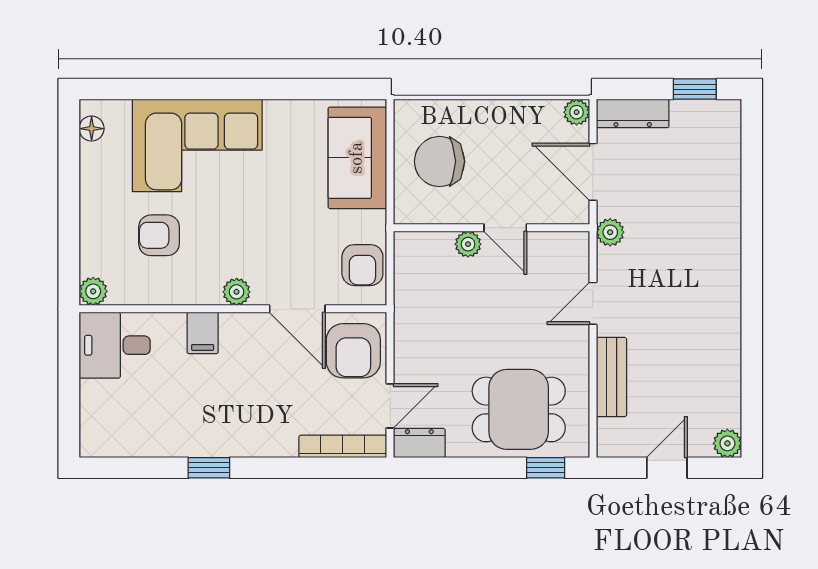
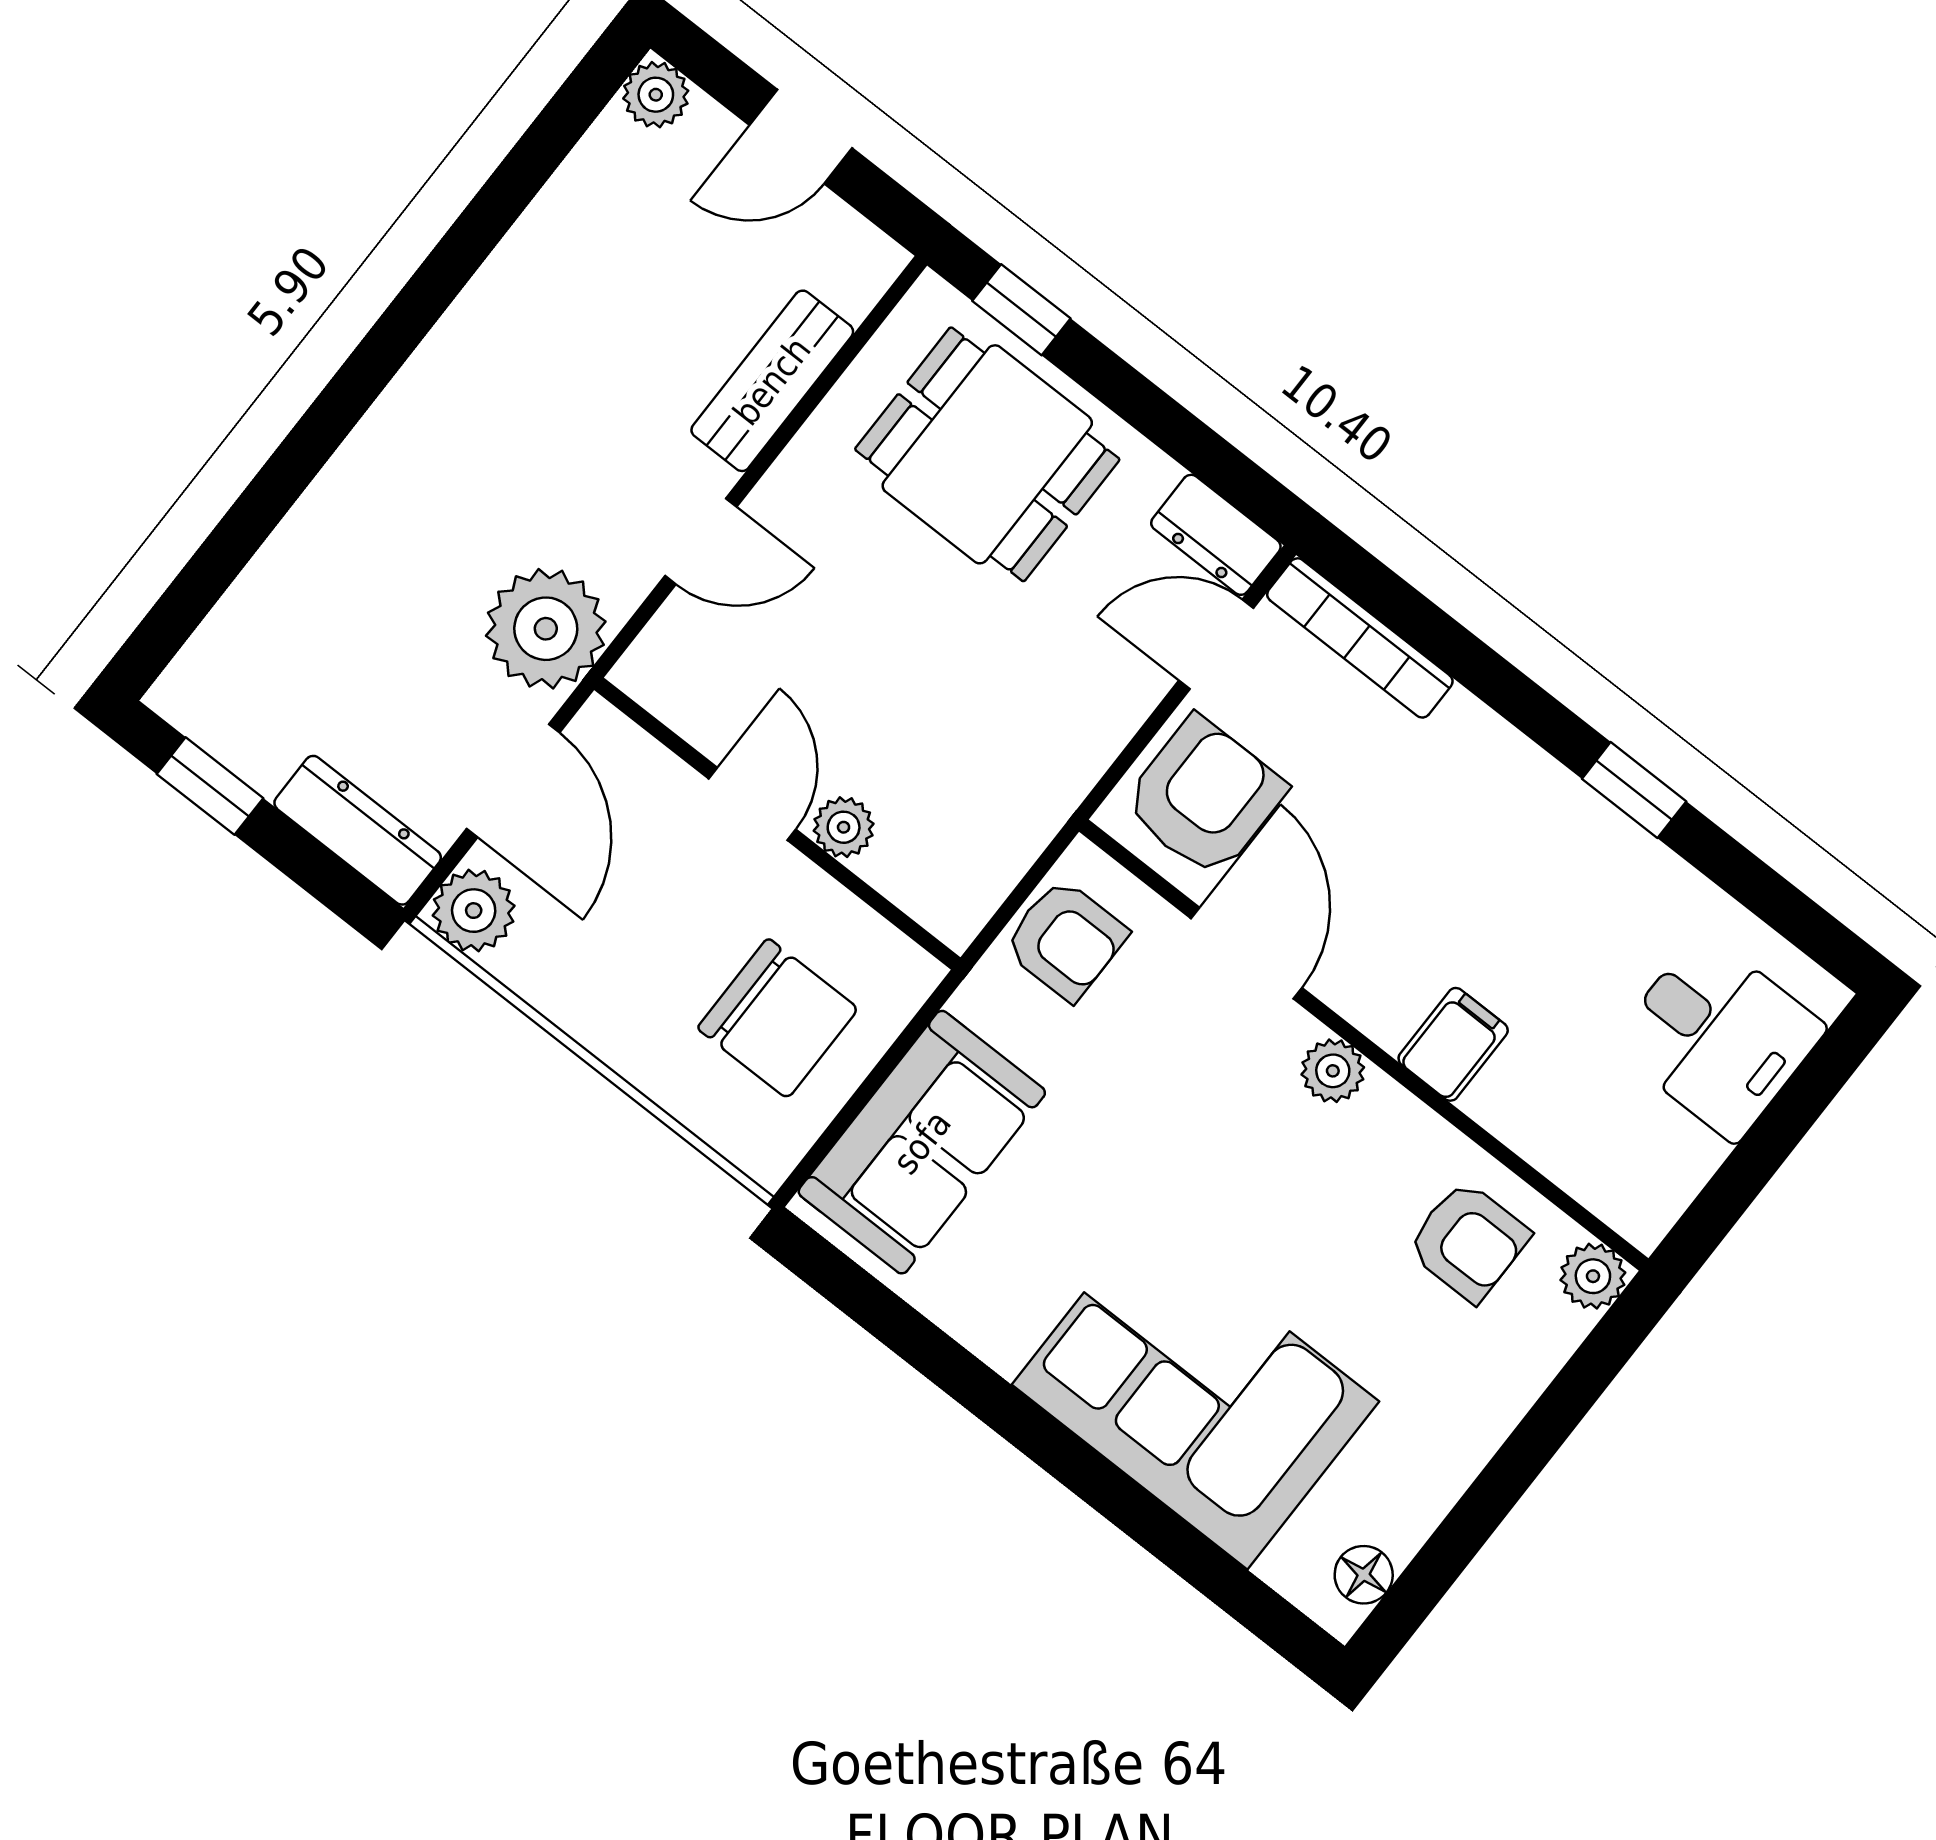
plant: (577, 112) -> (474, 911), width x1.38, depth x1.38
plant: (610, 232) -> (546, 629), width x1.88, depth x1.88
armchair: (159, 235) -> (1468, 1241), moved
armchair: (362, 265) -> (1066, 940), turned 90
desk: (115, 345) -> (1718, 1036), moved

